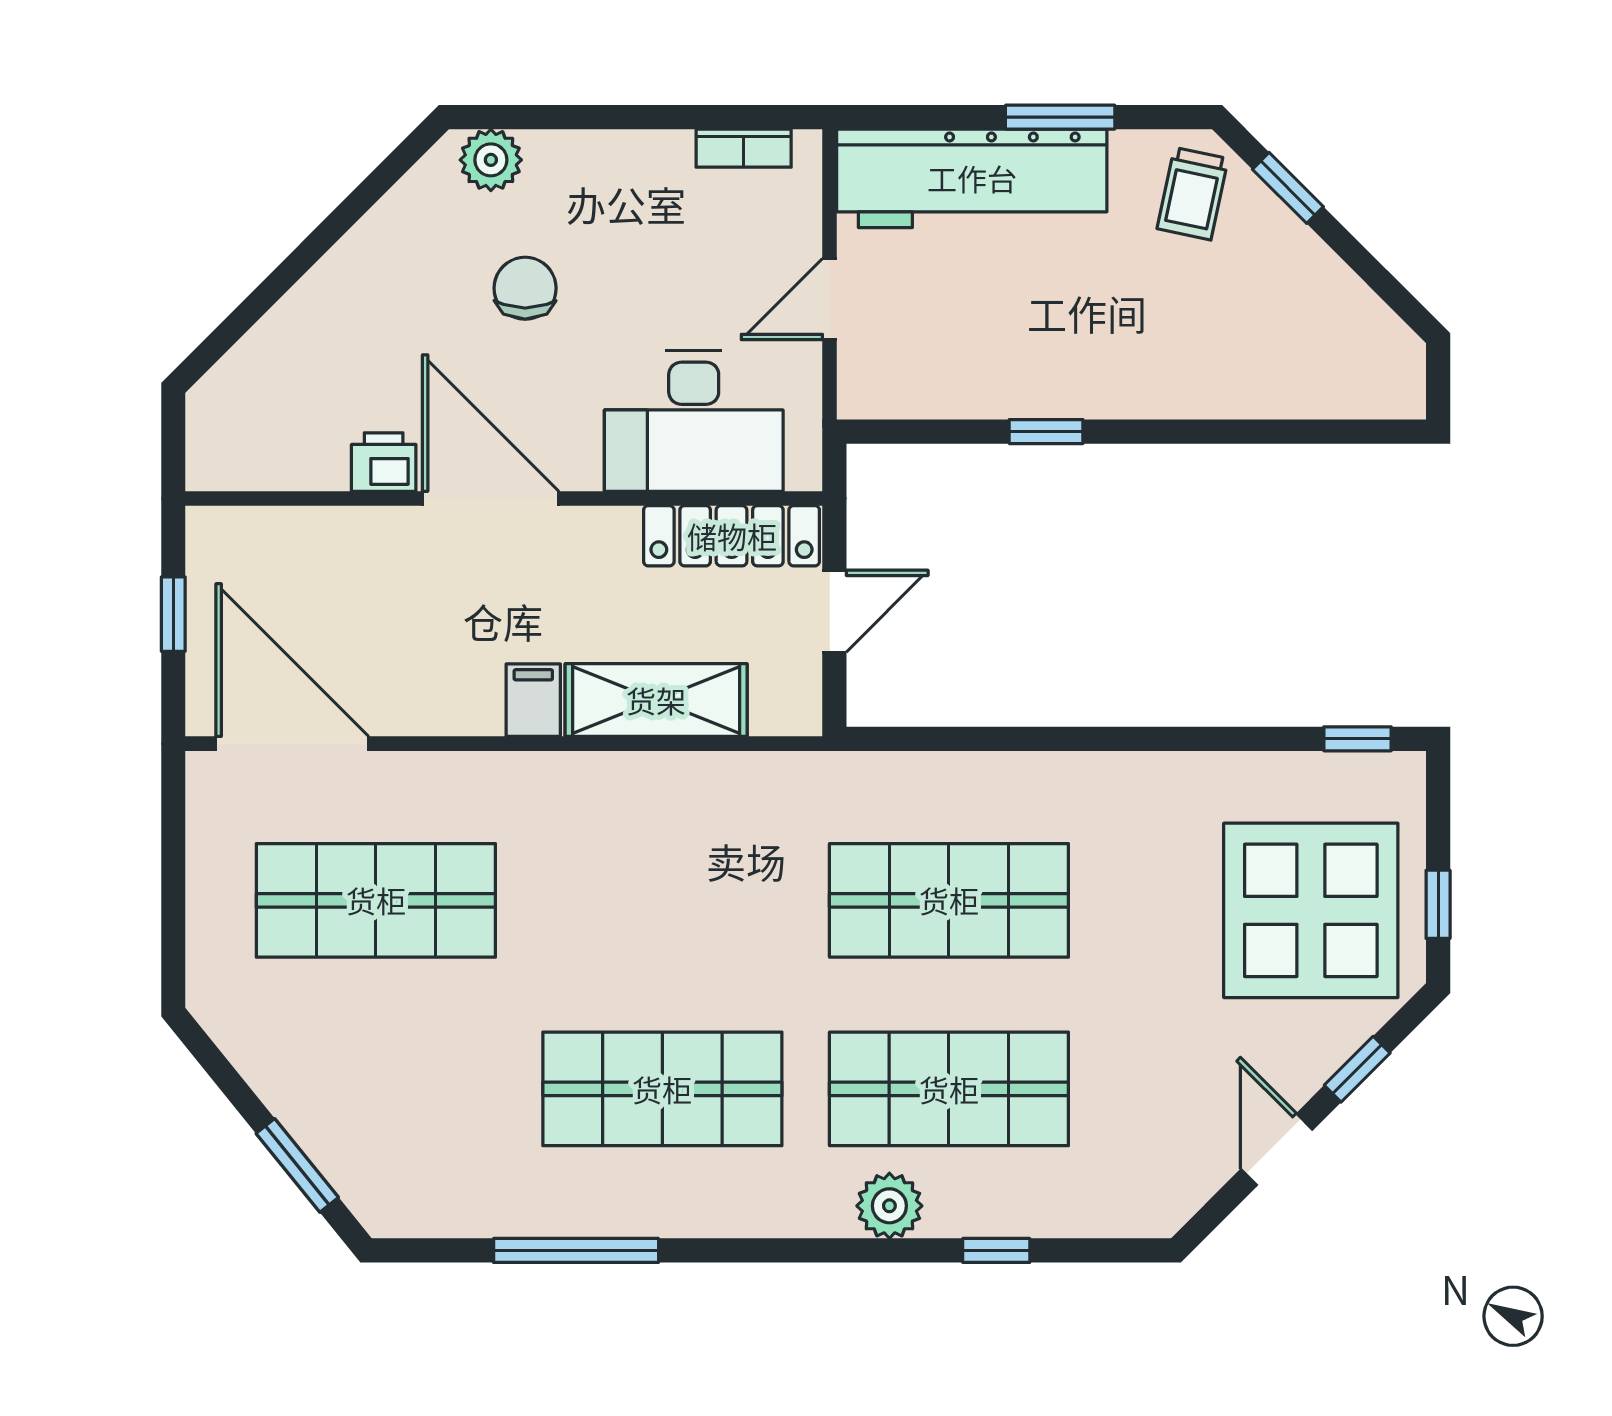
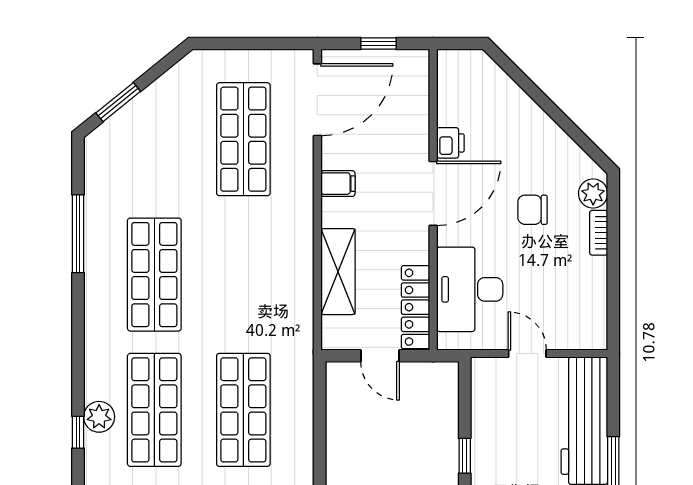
bookcase: (744, 148) -> (599, 233), moved
chair: (525, 288) -> (532, 210), turned 180
filing cabinet: (533, 700) -> (338, 184), moved
plant: (889, 1206) -> (99, 417), moved

